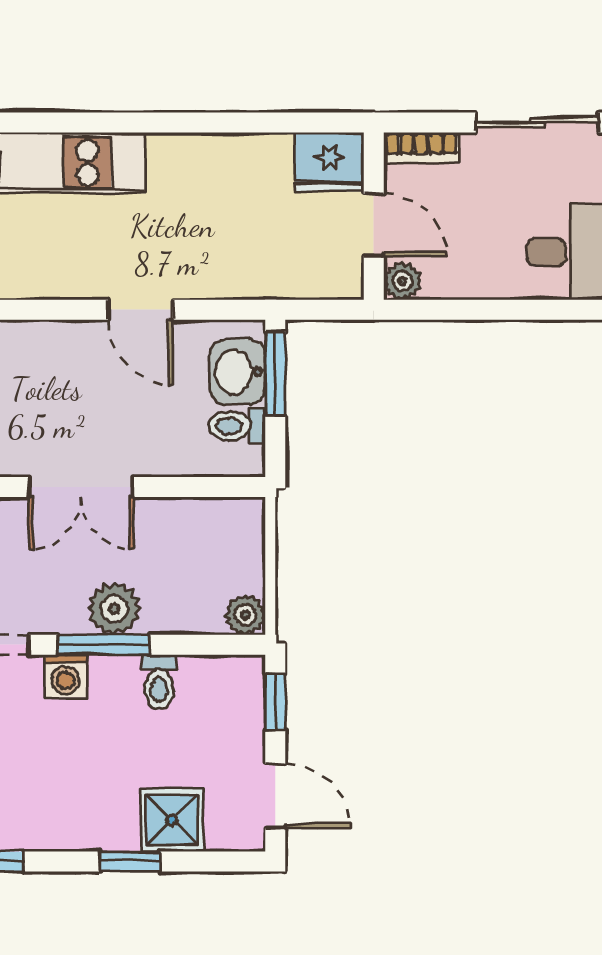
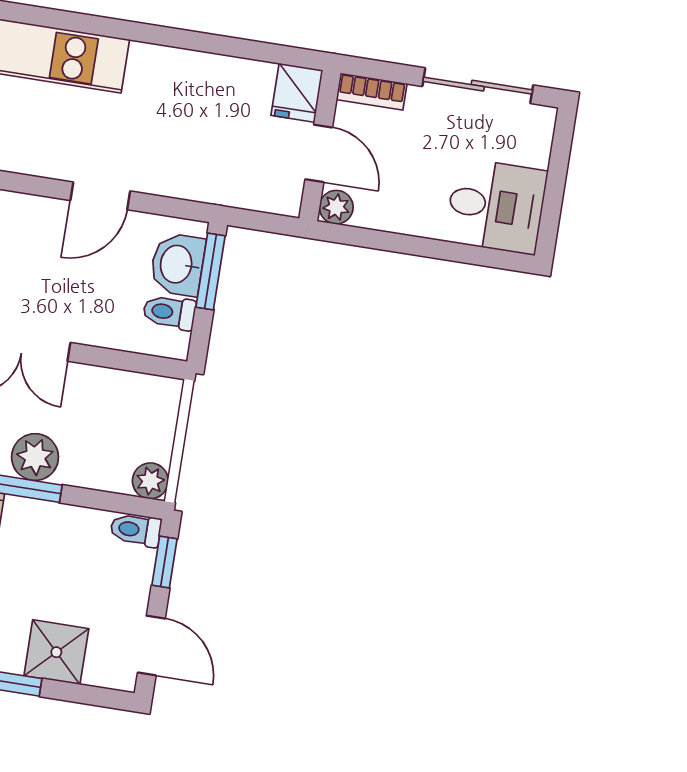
fridge: (330, 162) -> (297, 93), width x0.72
door: (140, 310) -> (100, 196), hinge flipped
toilet: (159, 682) -> (136, 530), moved, turned 90

